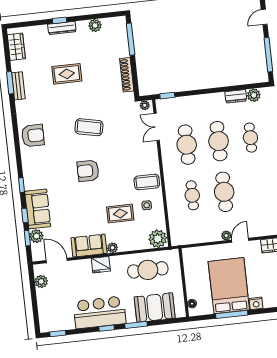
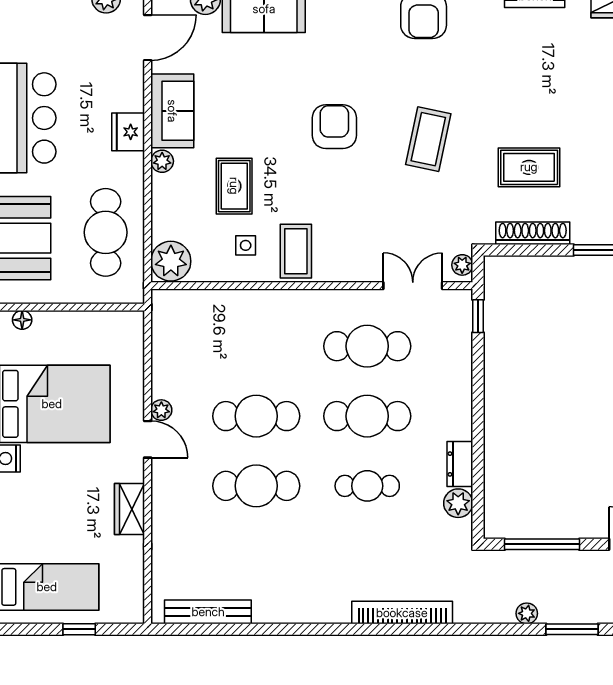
rug: (67, 74) -> (529, 167), moved, turned 90
cafe table: (192, 195) -> (256, 486), moved, width x1.37, depth x1.35

